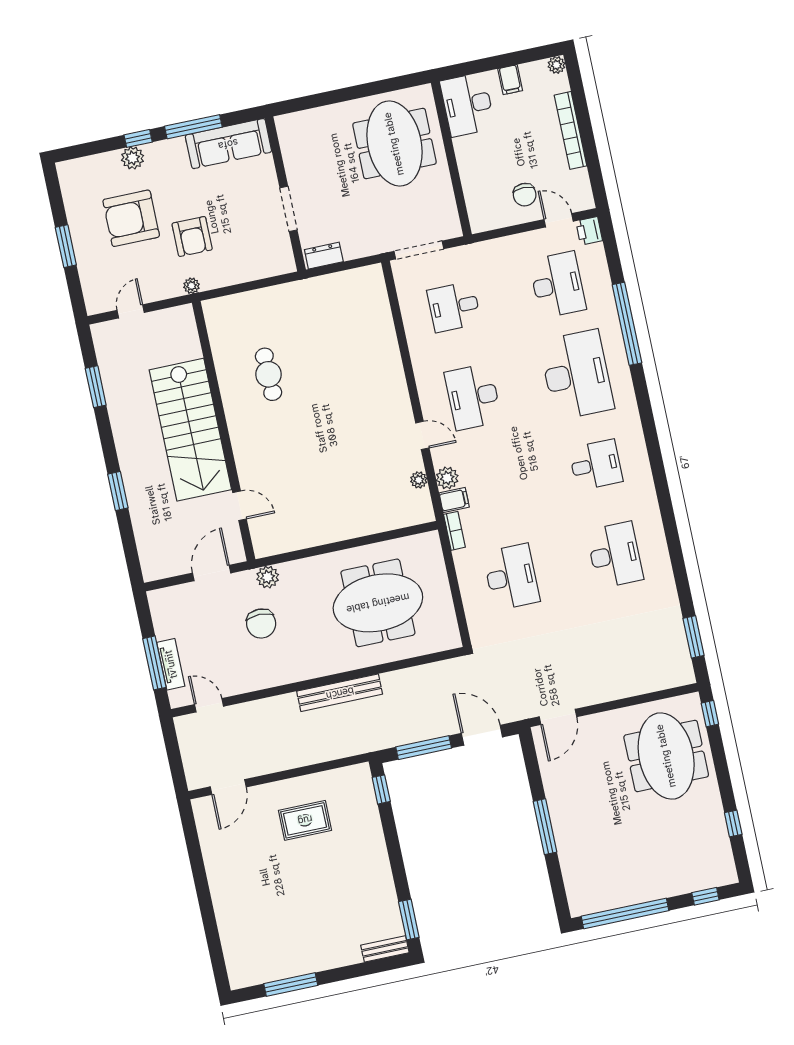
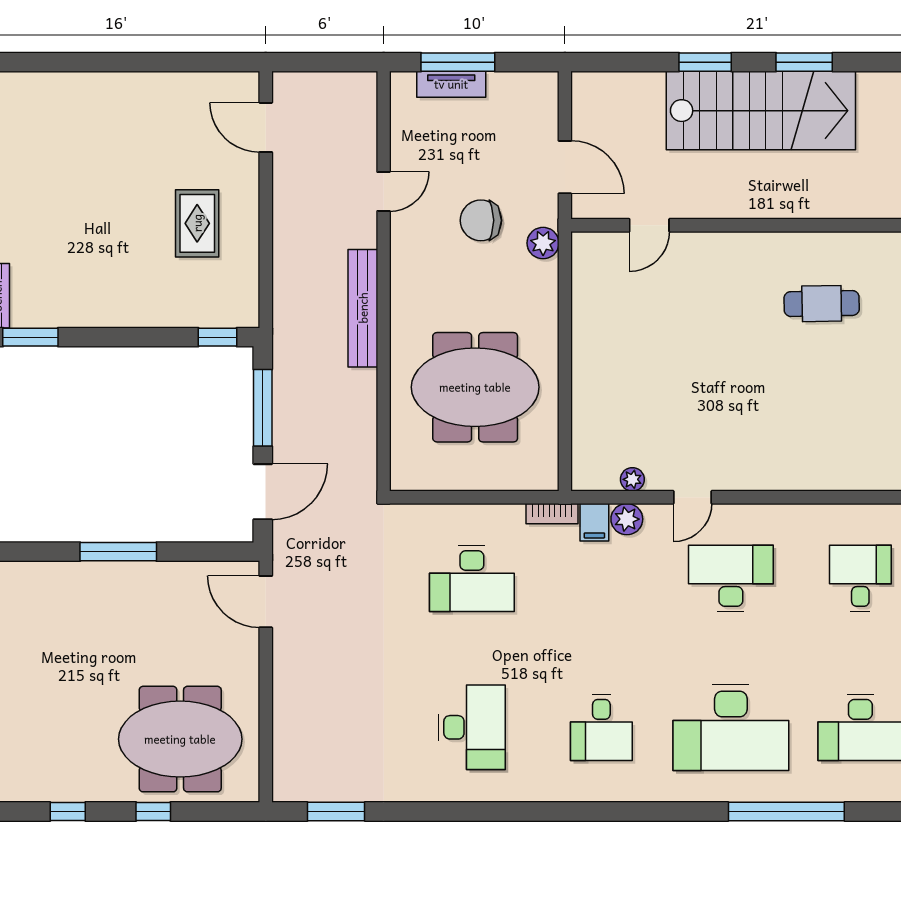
window: (96, 387) -> (804, 62), moved
stairs: (190, 430) -> (761, 111), moved, turned 180
desk: (615, 555) -> (472, 727), turned -90
meeting table: (378, 603) -> (475, 387), turned 90
door: (209, 705) -> (384, 192), moved
window: (710, 714) -> (153, 812), moved

